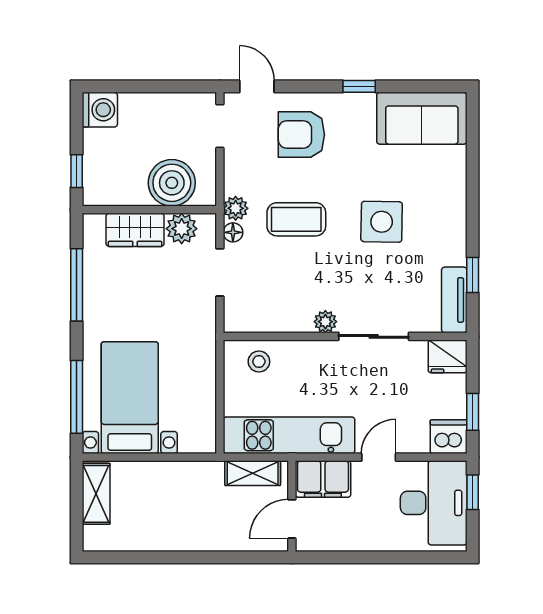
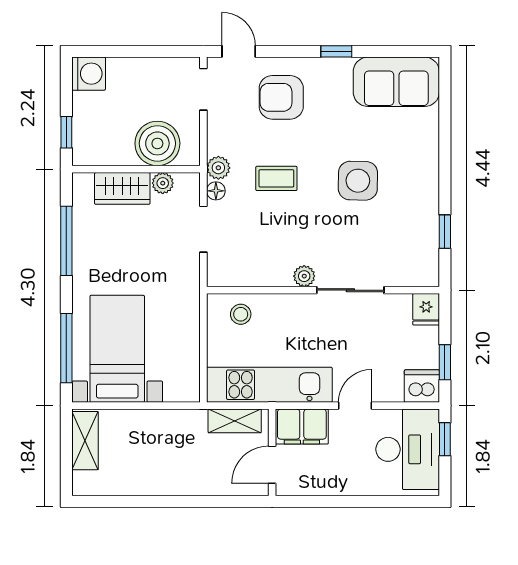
coffee table: (296, 219) -> (276, 178), width x0.73, depth x0.77
plant: (182, 229) -> (163, 183), width x0.73, depth x0.73
tv unit: (454, 300) -> (427, 255), removed
fridge: (448, 356) -> (426, 309), width x0.72

